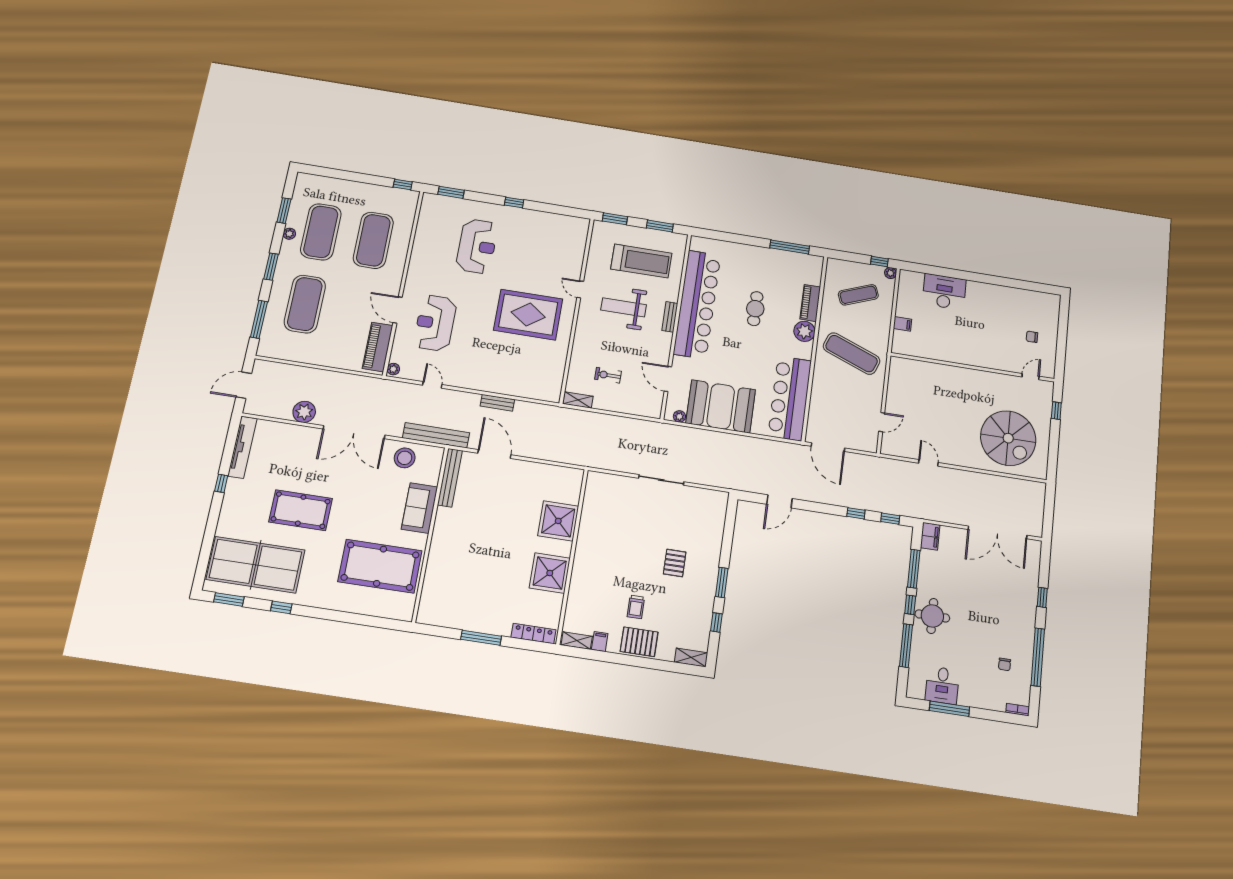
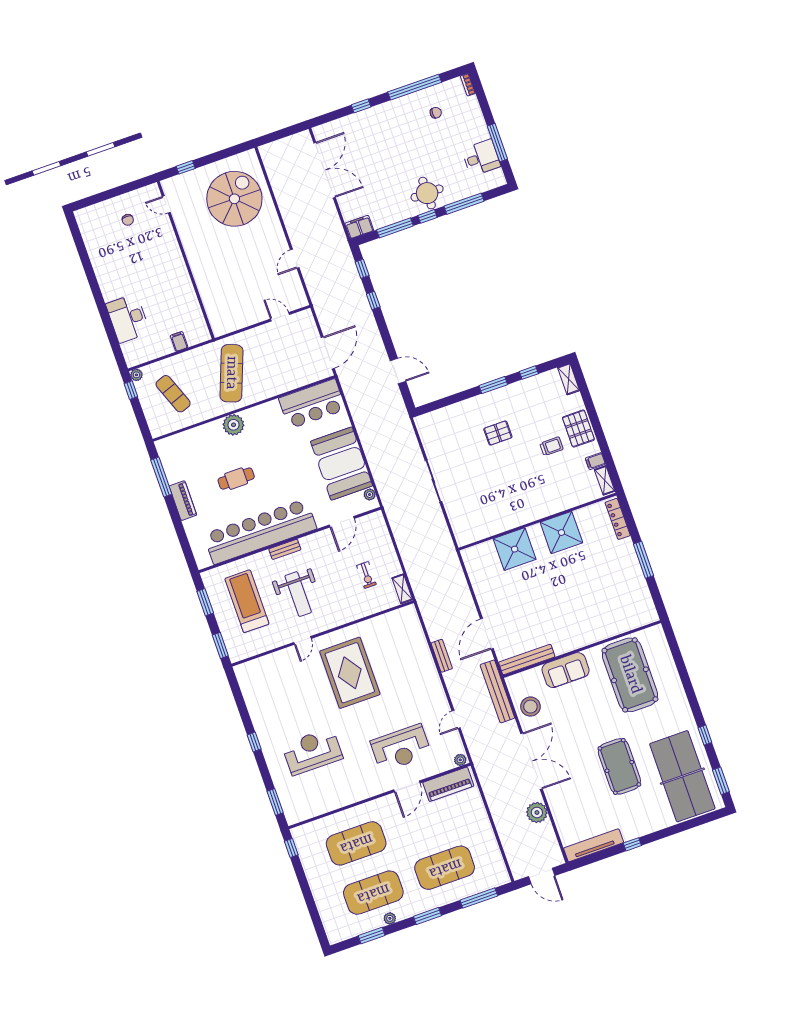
piano: (810, 303) -> (183, 501), moved, turned -90
bar counter: (790, 398) -> (312, 404), width x0.73

